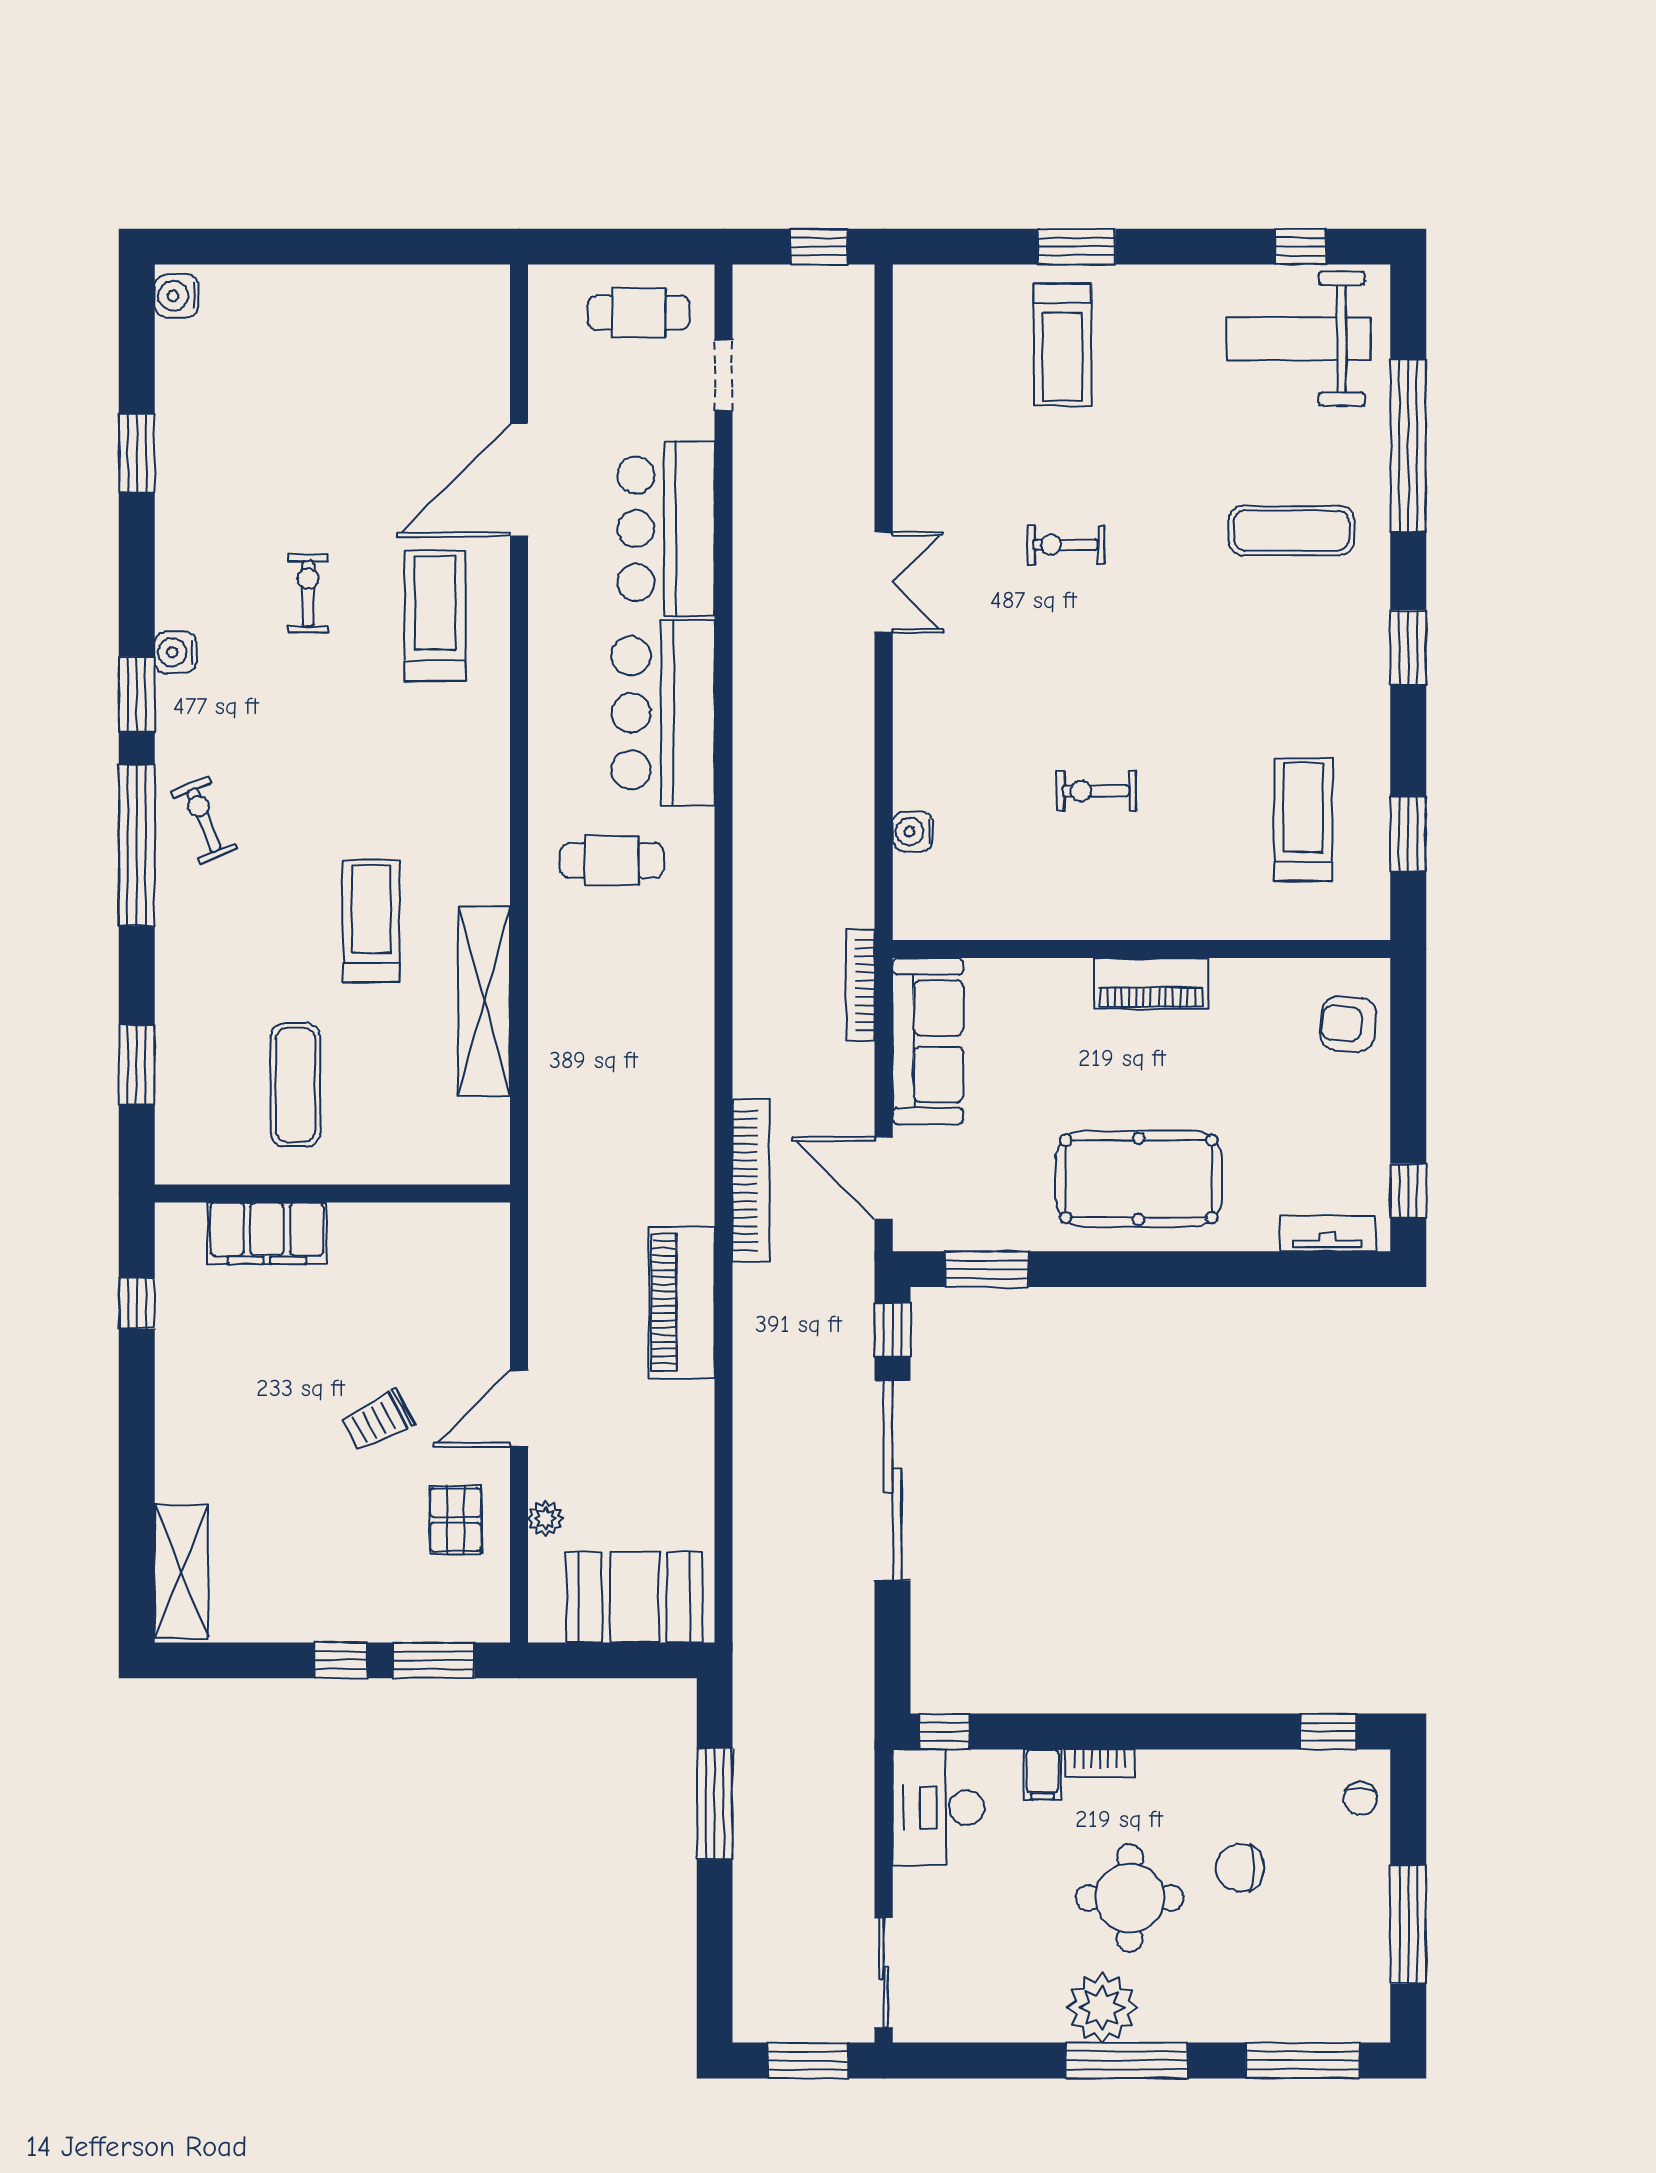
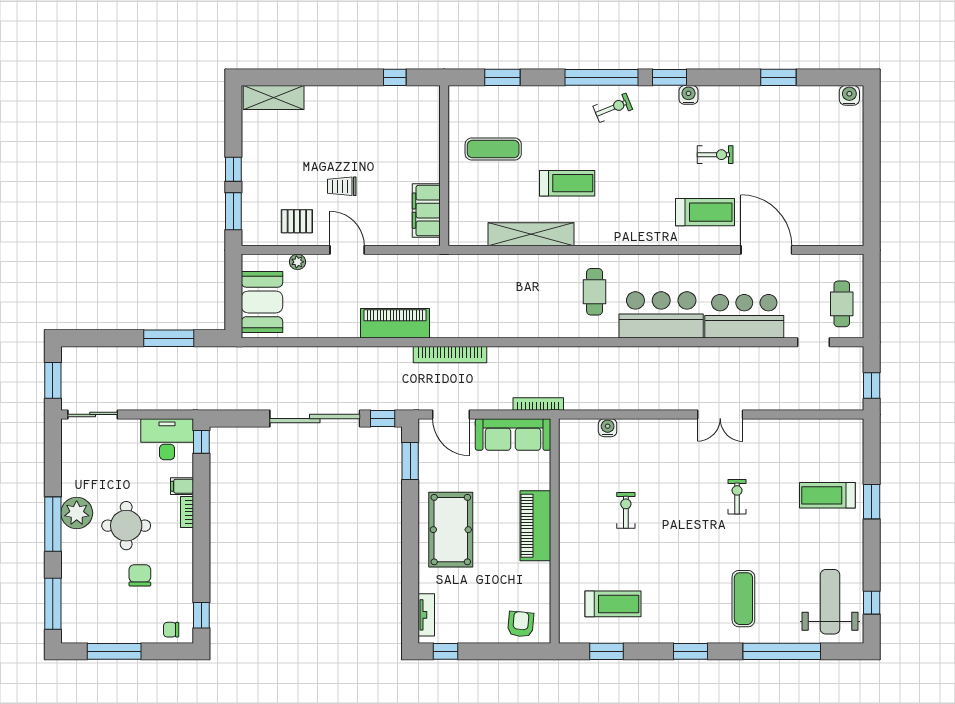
piano: (1151, 983) -> (535, 526), width x1.37, depth x1.33
door: (884, 1178) -> (451, 414), swing flipped
filing cabinet: (267, 1233) -> (426, 211), moved
trolley: (378, 1420) -> (342, 186), turned -62

